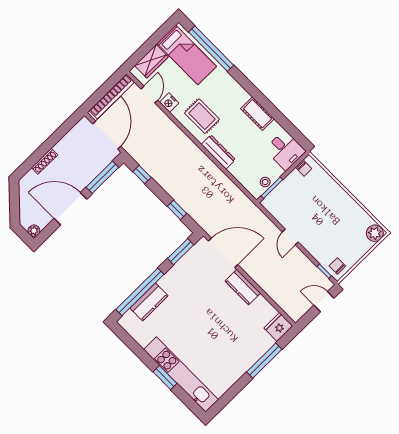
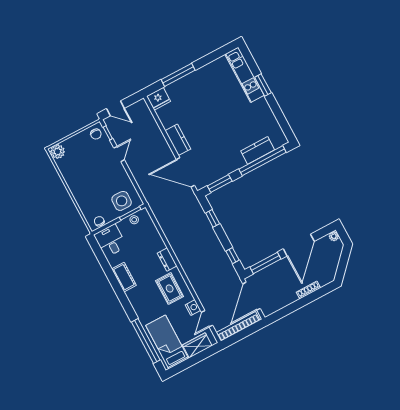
dresser: (218, 152) -> (167, 259), width x0.70
side table: (286, 199) -> (122, 201), added
door: (70, 209) -> (299, 245), hinge flipped
door: (290, 237) -> (119, 154), moved
kitchen unit: (181, 375) -> (244, 75), width x0.73

